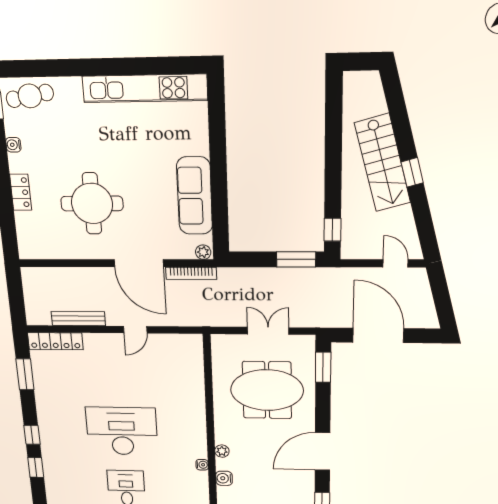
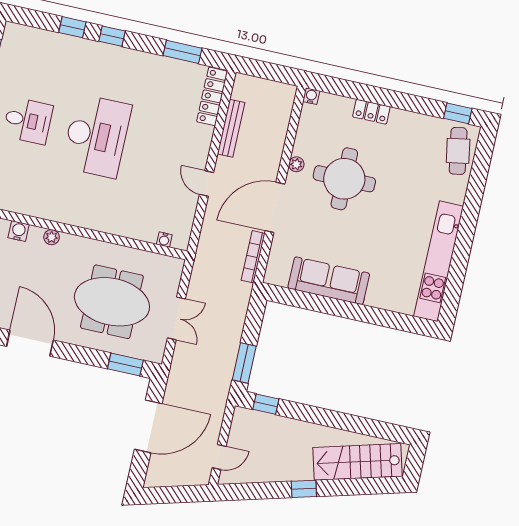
water cooler: (13, 145) -> (311, 96), moved
stairs: (383, 163) -> (358, 462), moved
plant: (203, 252) -> (296, 164), moved
meeting table: (267, 390) -> (112, 302), turned 90
water cooler: (202, 465) -> (164, 240), moved

